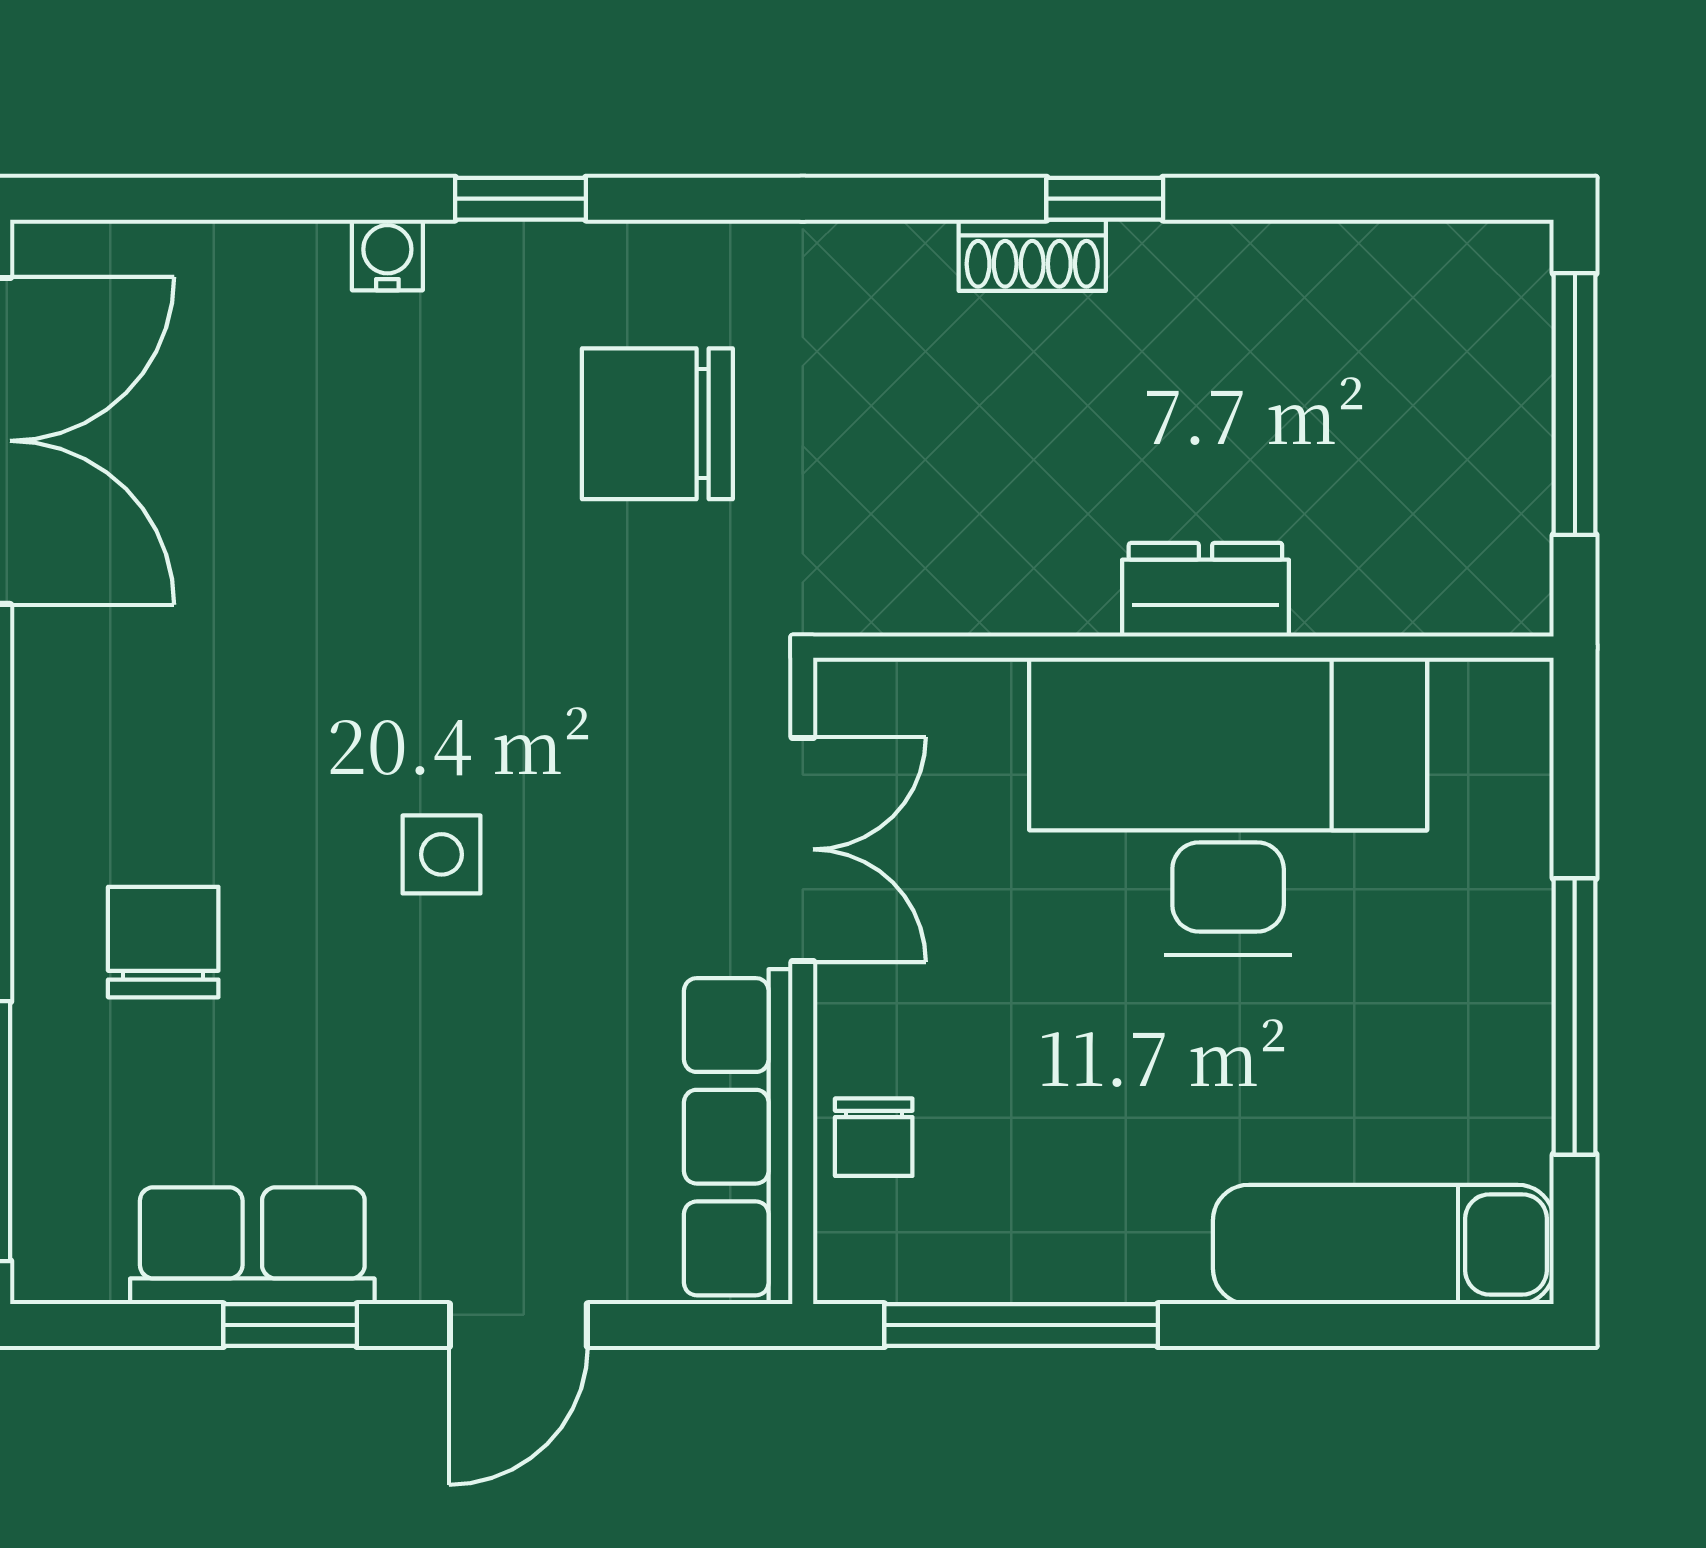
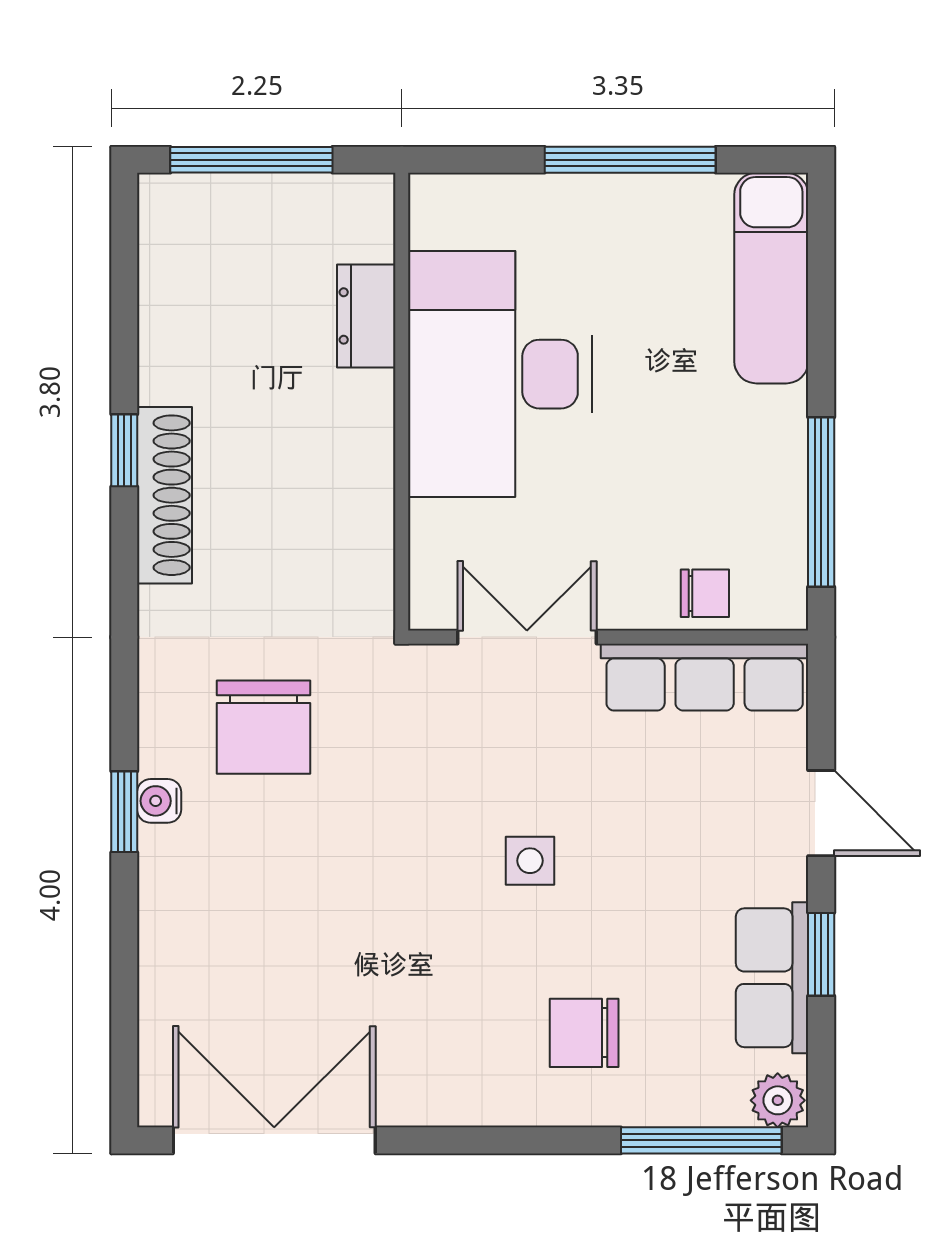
water cooler: (387, 255) -> (159, 801), moved
shoe rack: (1032, 255) -> (165, 495), width x1.94, depth x1.24
dresser: (1205, 590) -> (366, 316), moved
plant: (54, 1255) -> (778, 1100), added

